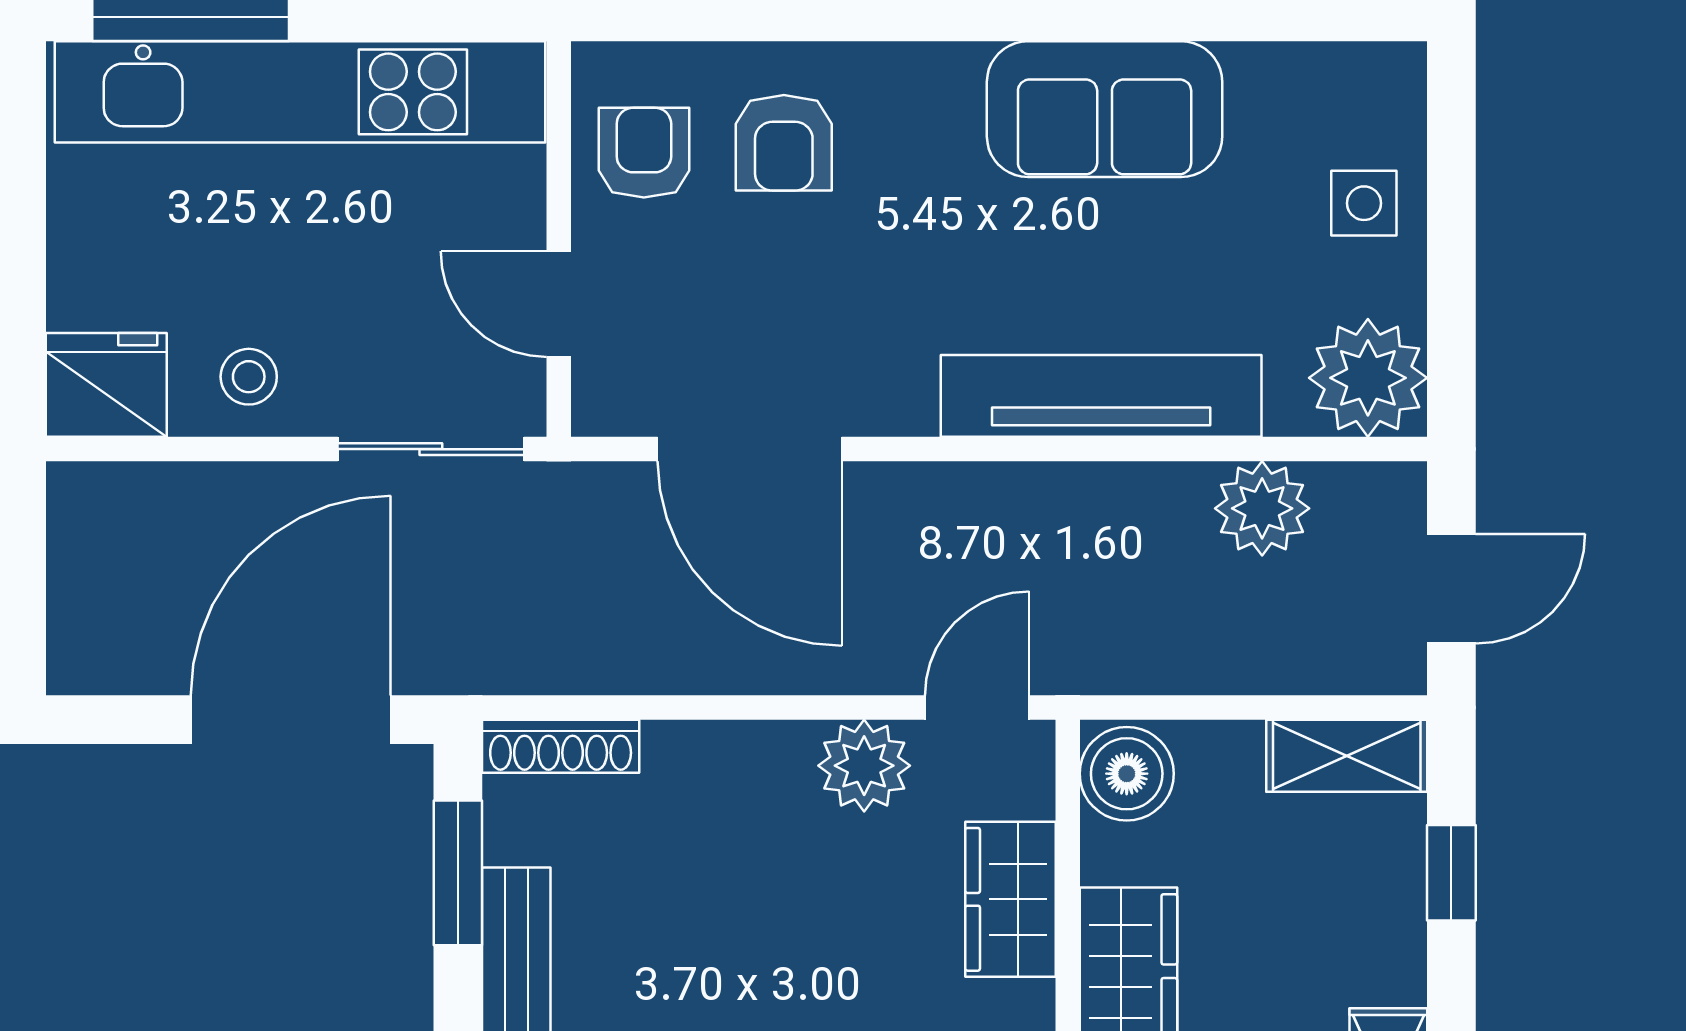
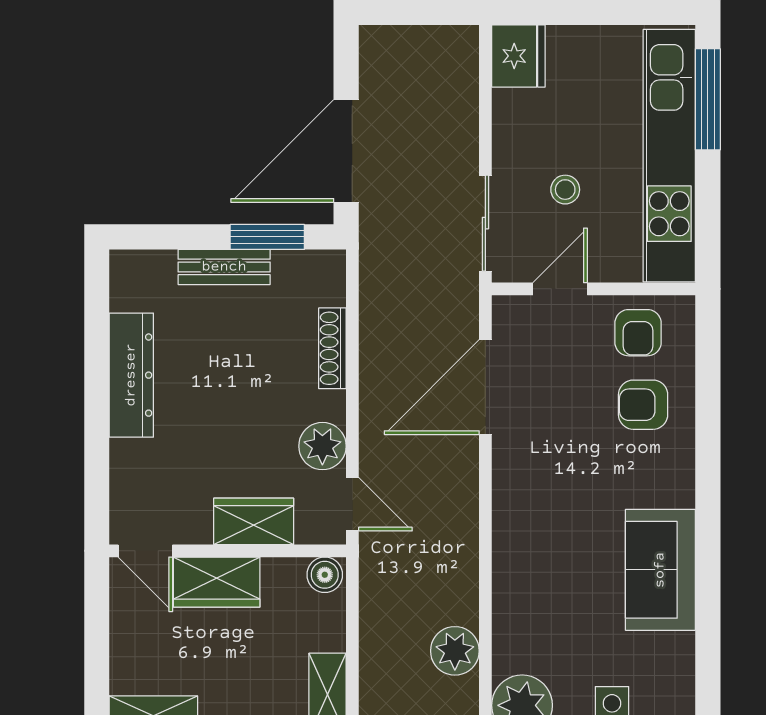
armchair: (644, 153) -> (638, 333), turned 90
stool: (249, 377) -> (565, 190), moved
tv unit: (1101, 396) -> (513, 568), removed
door: (291, 720) -> (346, 151), swing flipped
shoe rack: (561, 746) -> (332, 348), moved
boiler: (1127, 774) -> (325, 575), width x0.73, depth x0.73

